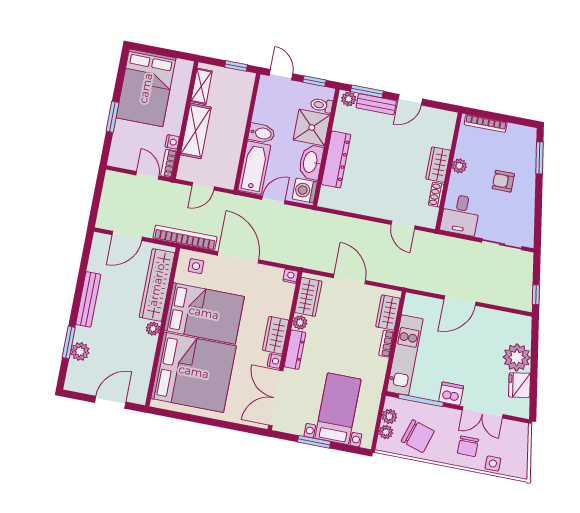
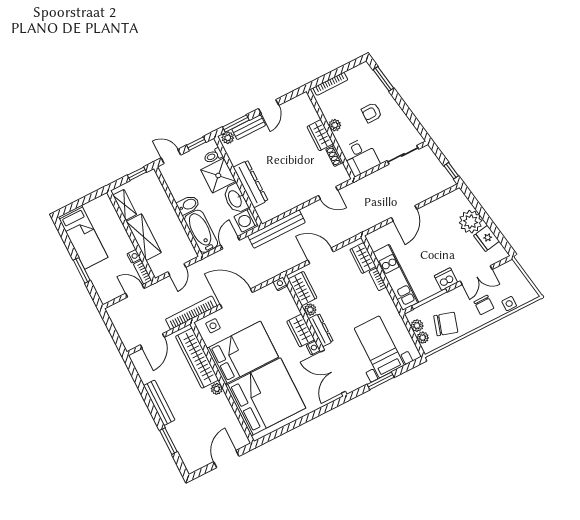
bed: (146, 88) -> (83, 237), width x0.67
bench: (327, 221) -> (276, 229), added
plant: (80, 351) -> (180, 441), removed

